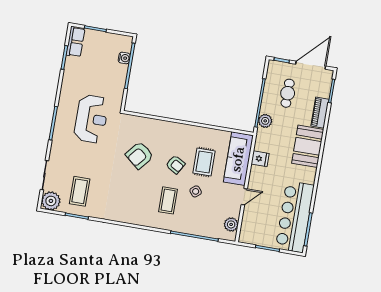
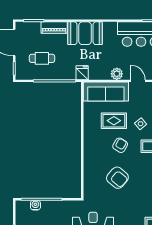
plant: (265, 121) -> (117, 74), moved
fridge: (260, 159) -> (82, 73), moved

